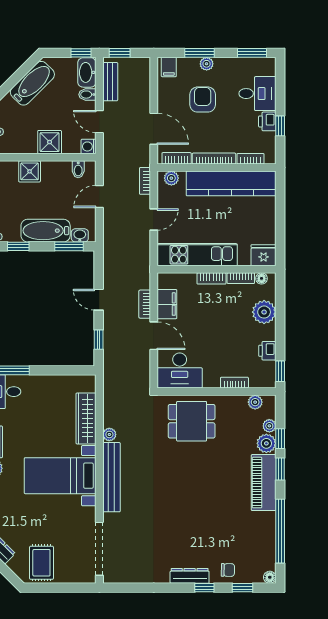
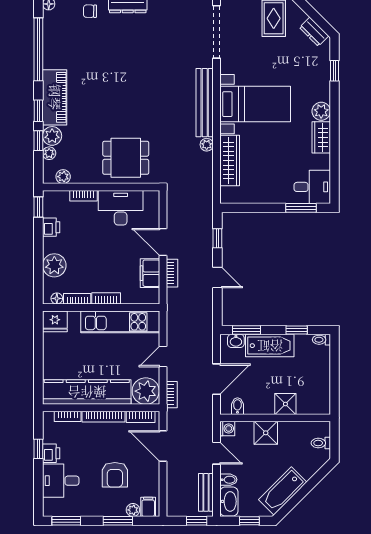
window: (81, 53) -> (249, 521), moved
plant: (207, 64) -> (133, 510), moved
plant: (171, 178) -> (146, 391), width x1.88, depth x1.88
door: (99, 197) -> (217, 379), width x1.38
desk: (180, 371) -> (121, 208), moved

